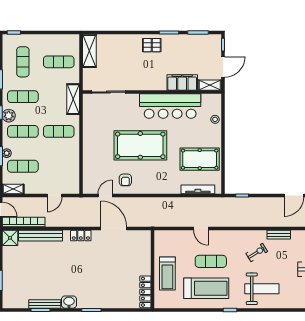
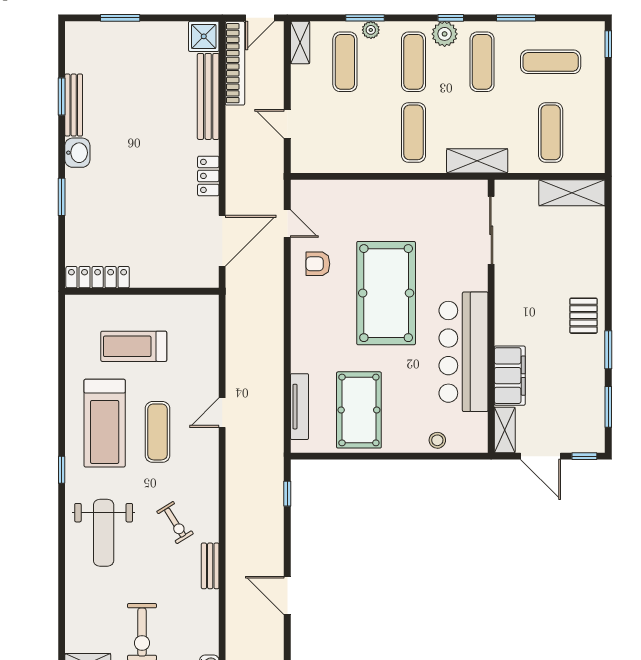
wall: (153, 269) -> (142, 291), moved
locker: (145, 292) -> (98, 277), moved

